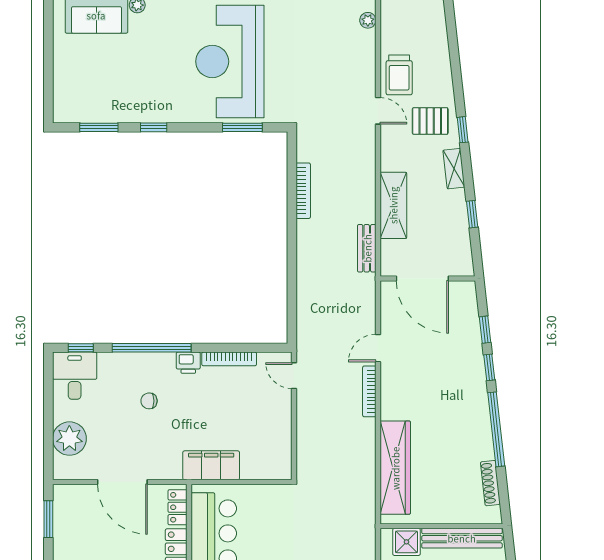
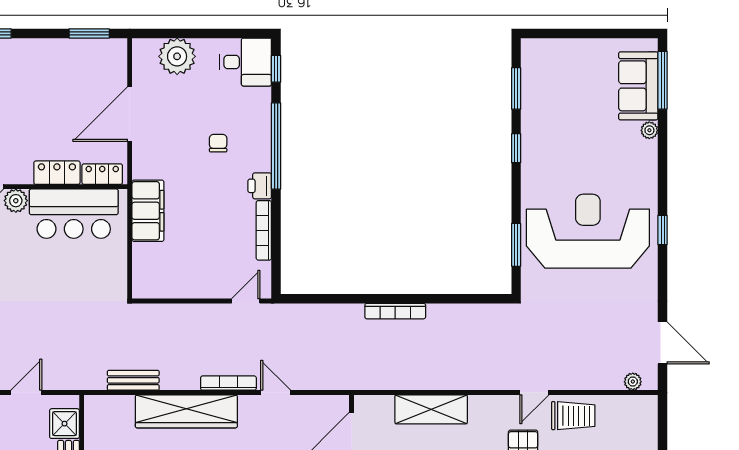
trolley: (399, 75) -> (573, 416), turned 180
bookcase: (303, 191) -> (395, 311), moved
bench: (367, 248) -> (133, 380), moved
wardrobe: (395, 468) -> (186, 411), moved

